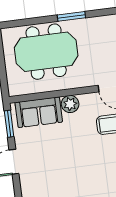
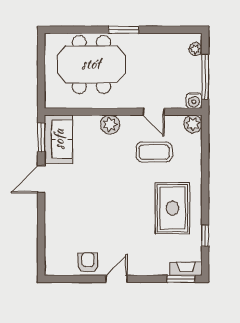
sofa: (39, 112) -> (59, 139), moved, turned -90

